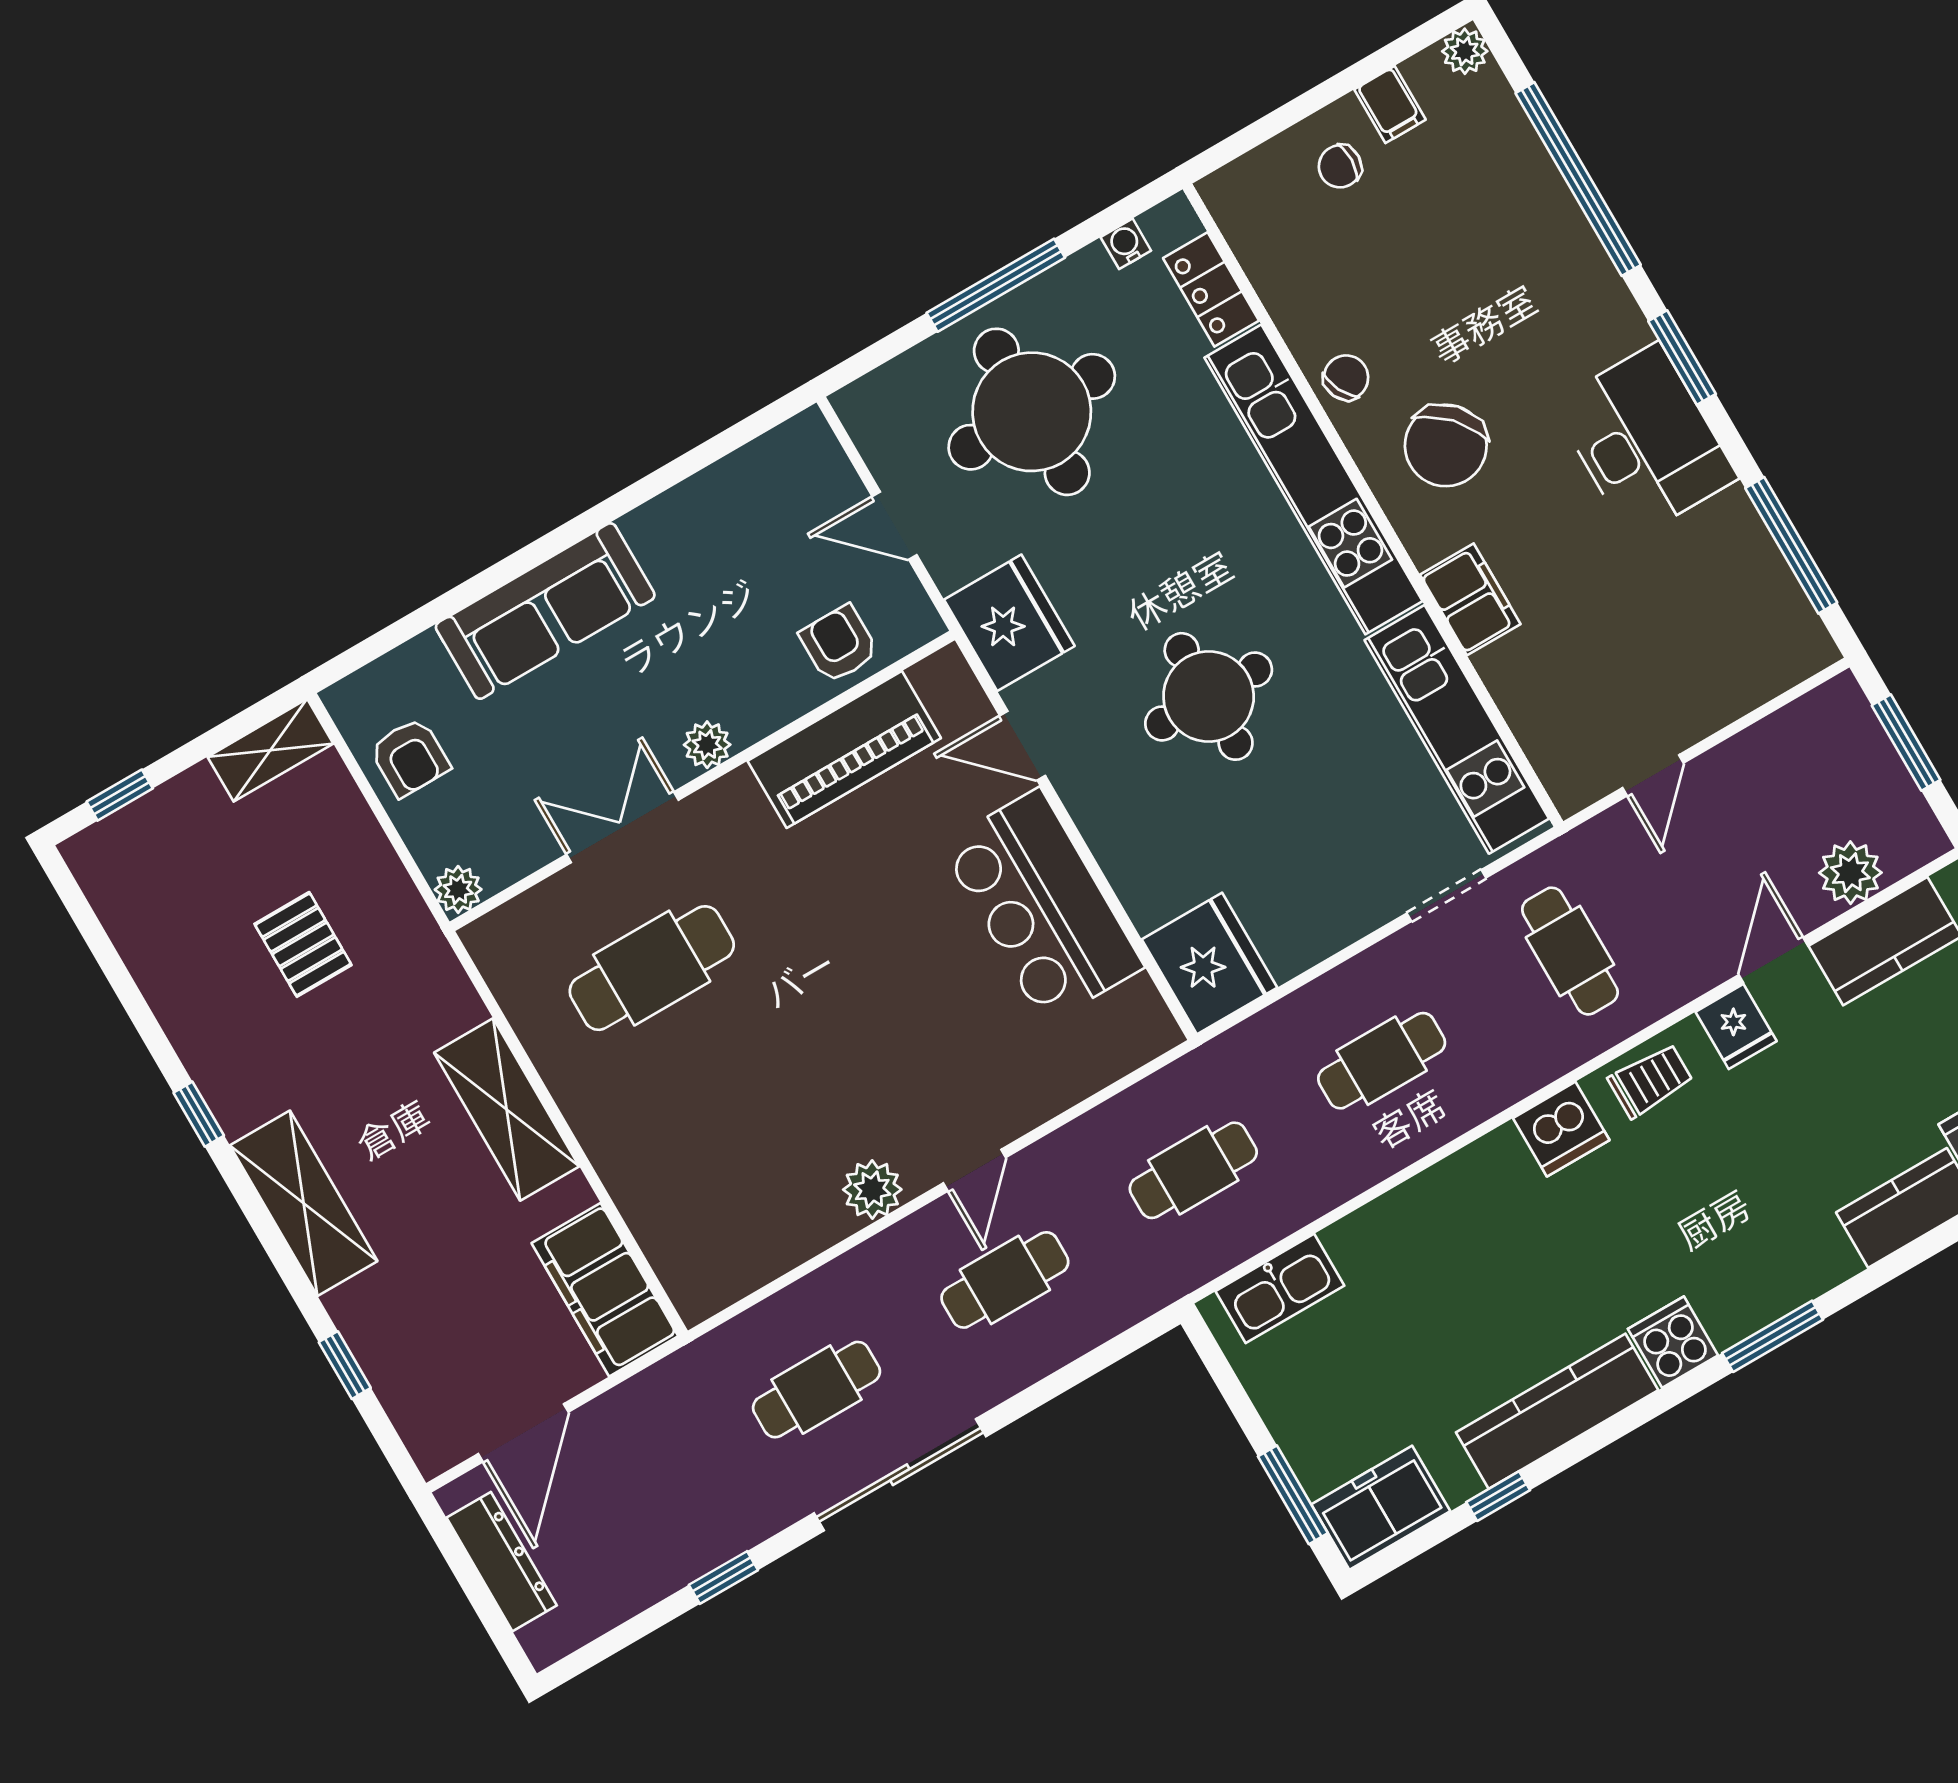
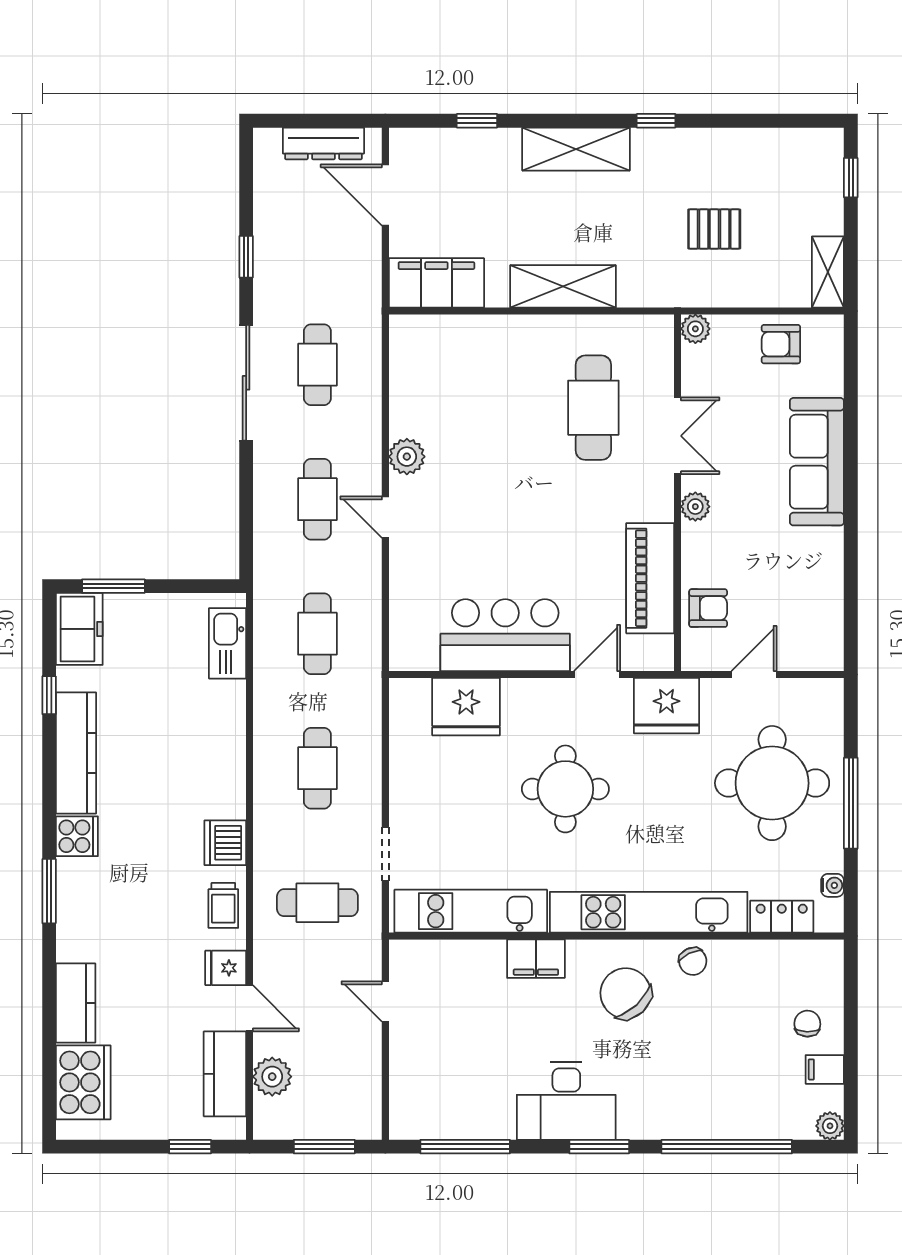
fridge: (1210, 963) -> (466, 707), moved

